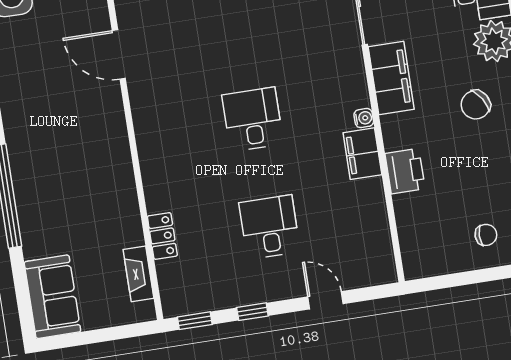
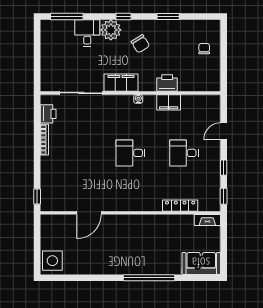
filing cabinet: (362, 154) -> (169, 102), moved
locker: (162, 236) -> (180, 206), width x1.53
fireplace: (138, 274) -> (207, 220), moved

